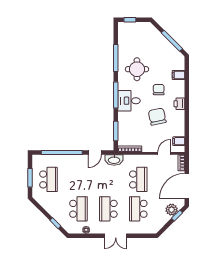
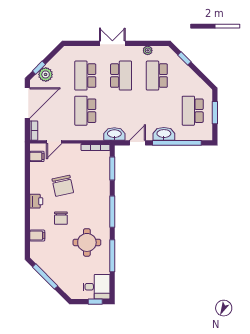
desk: (129, 101) -> (96, 287), moved
washbasin: (73, 160) -> (164, 134), added
school desk: (138, 209) -> (85, 76), turned 180

